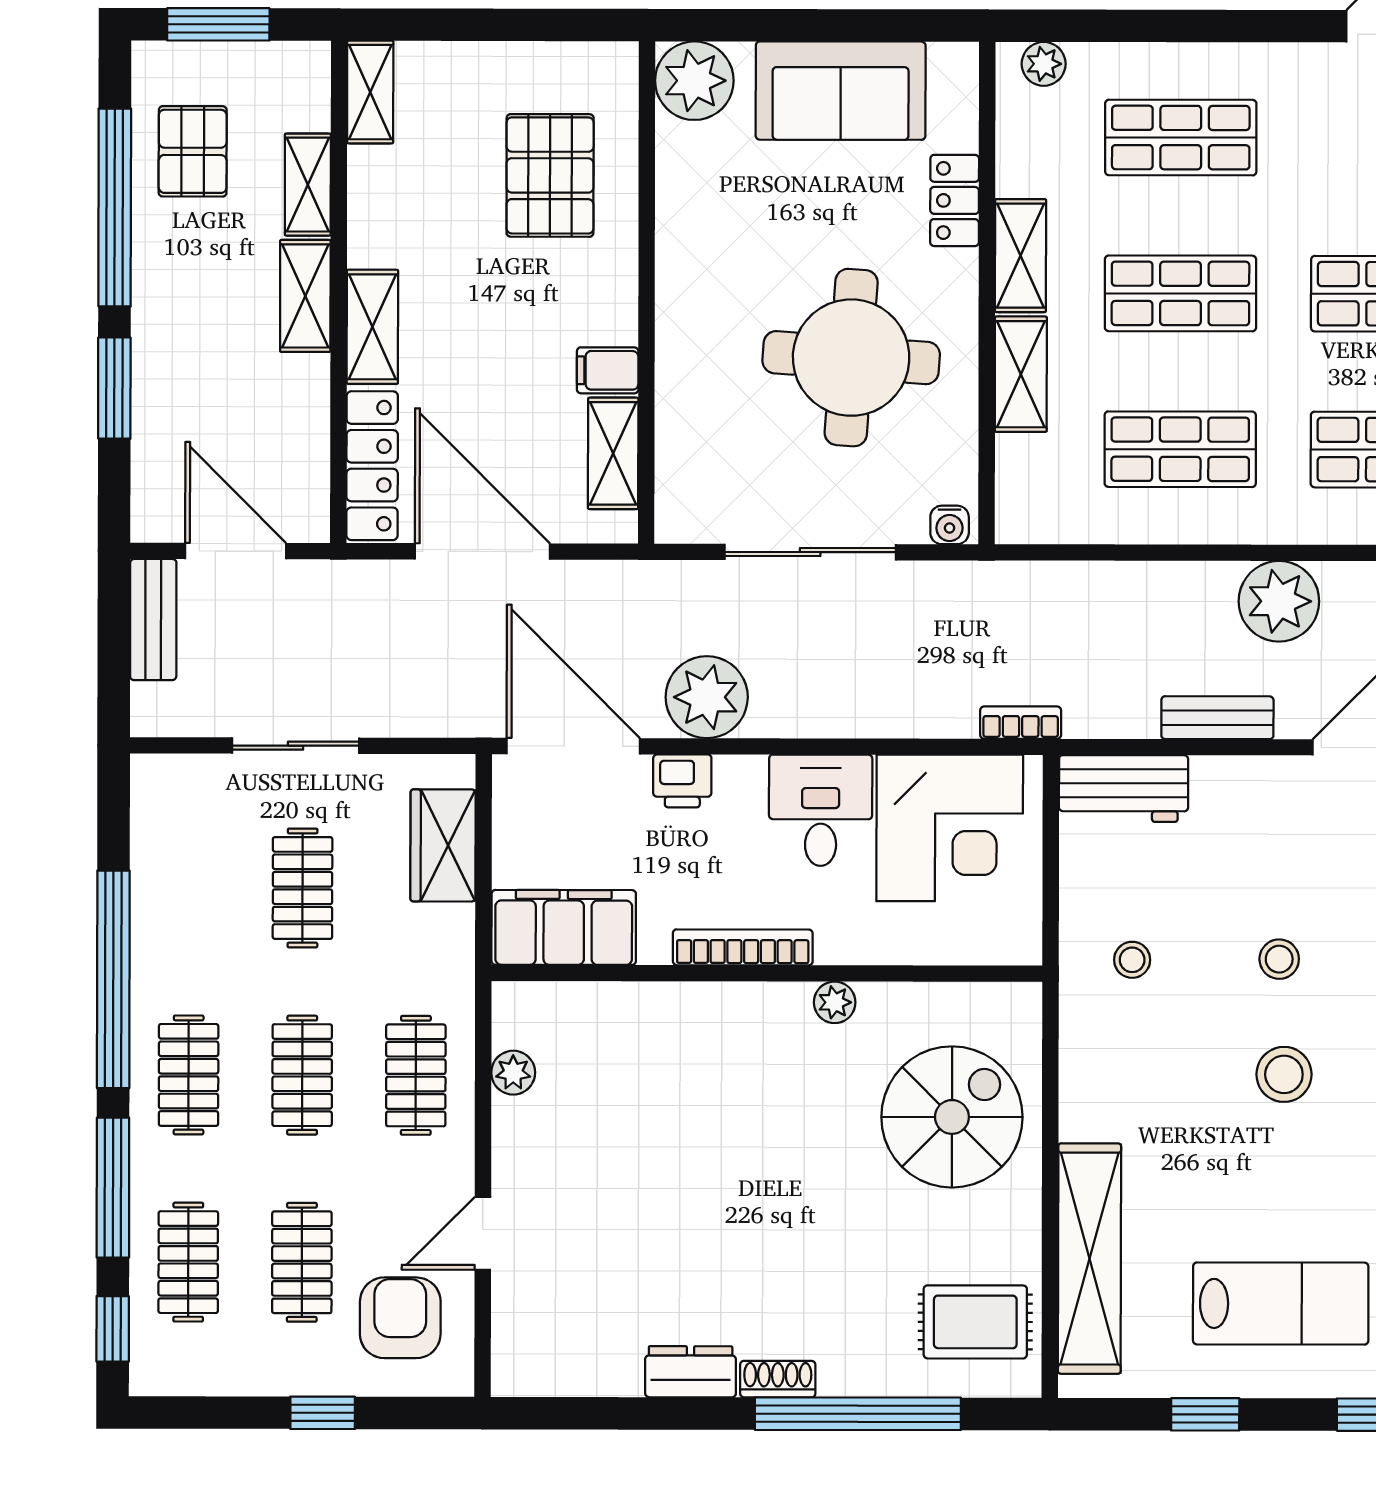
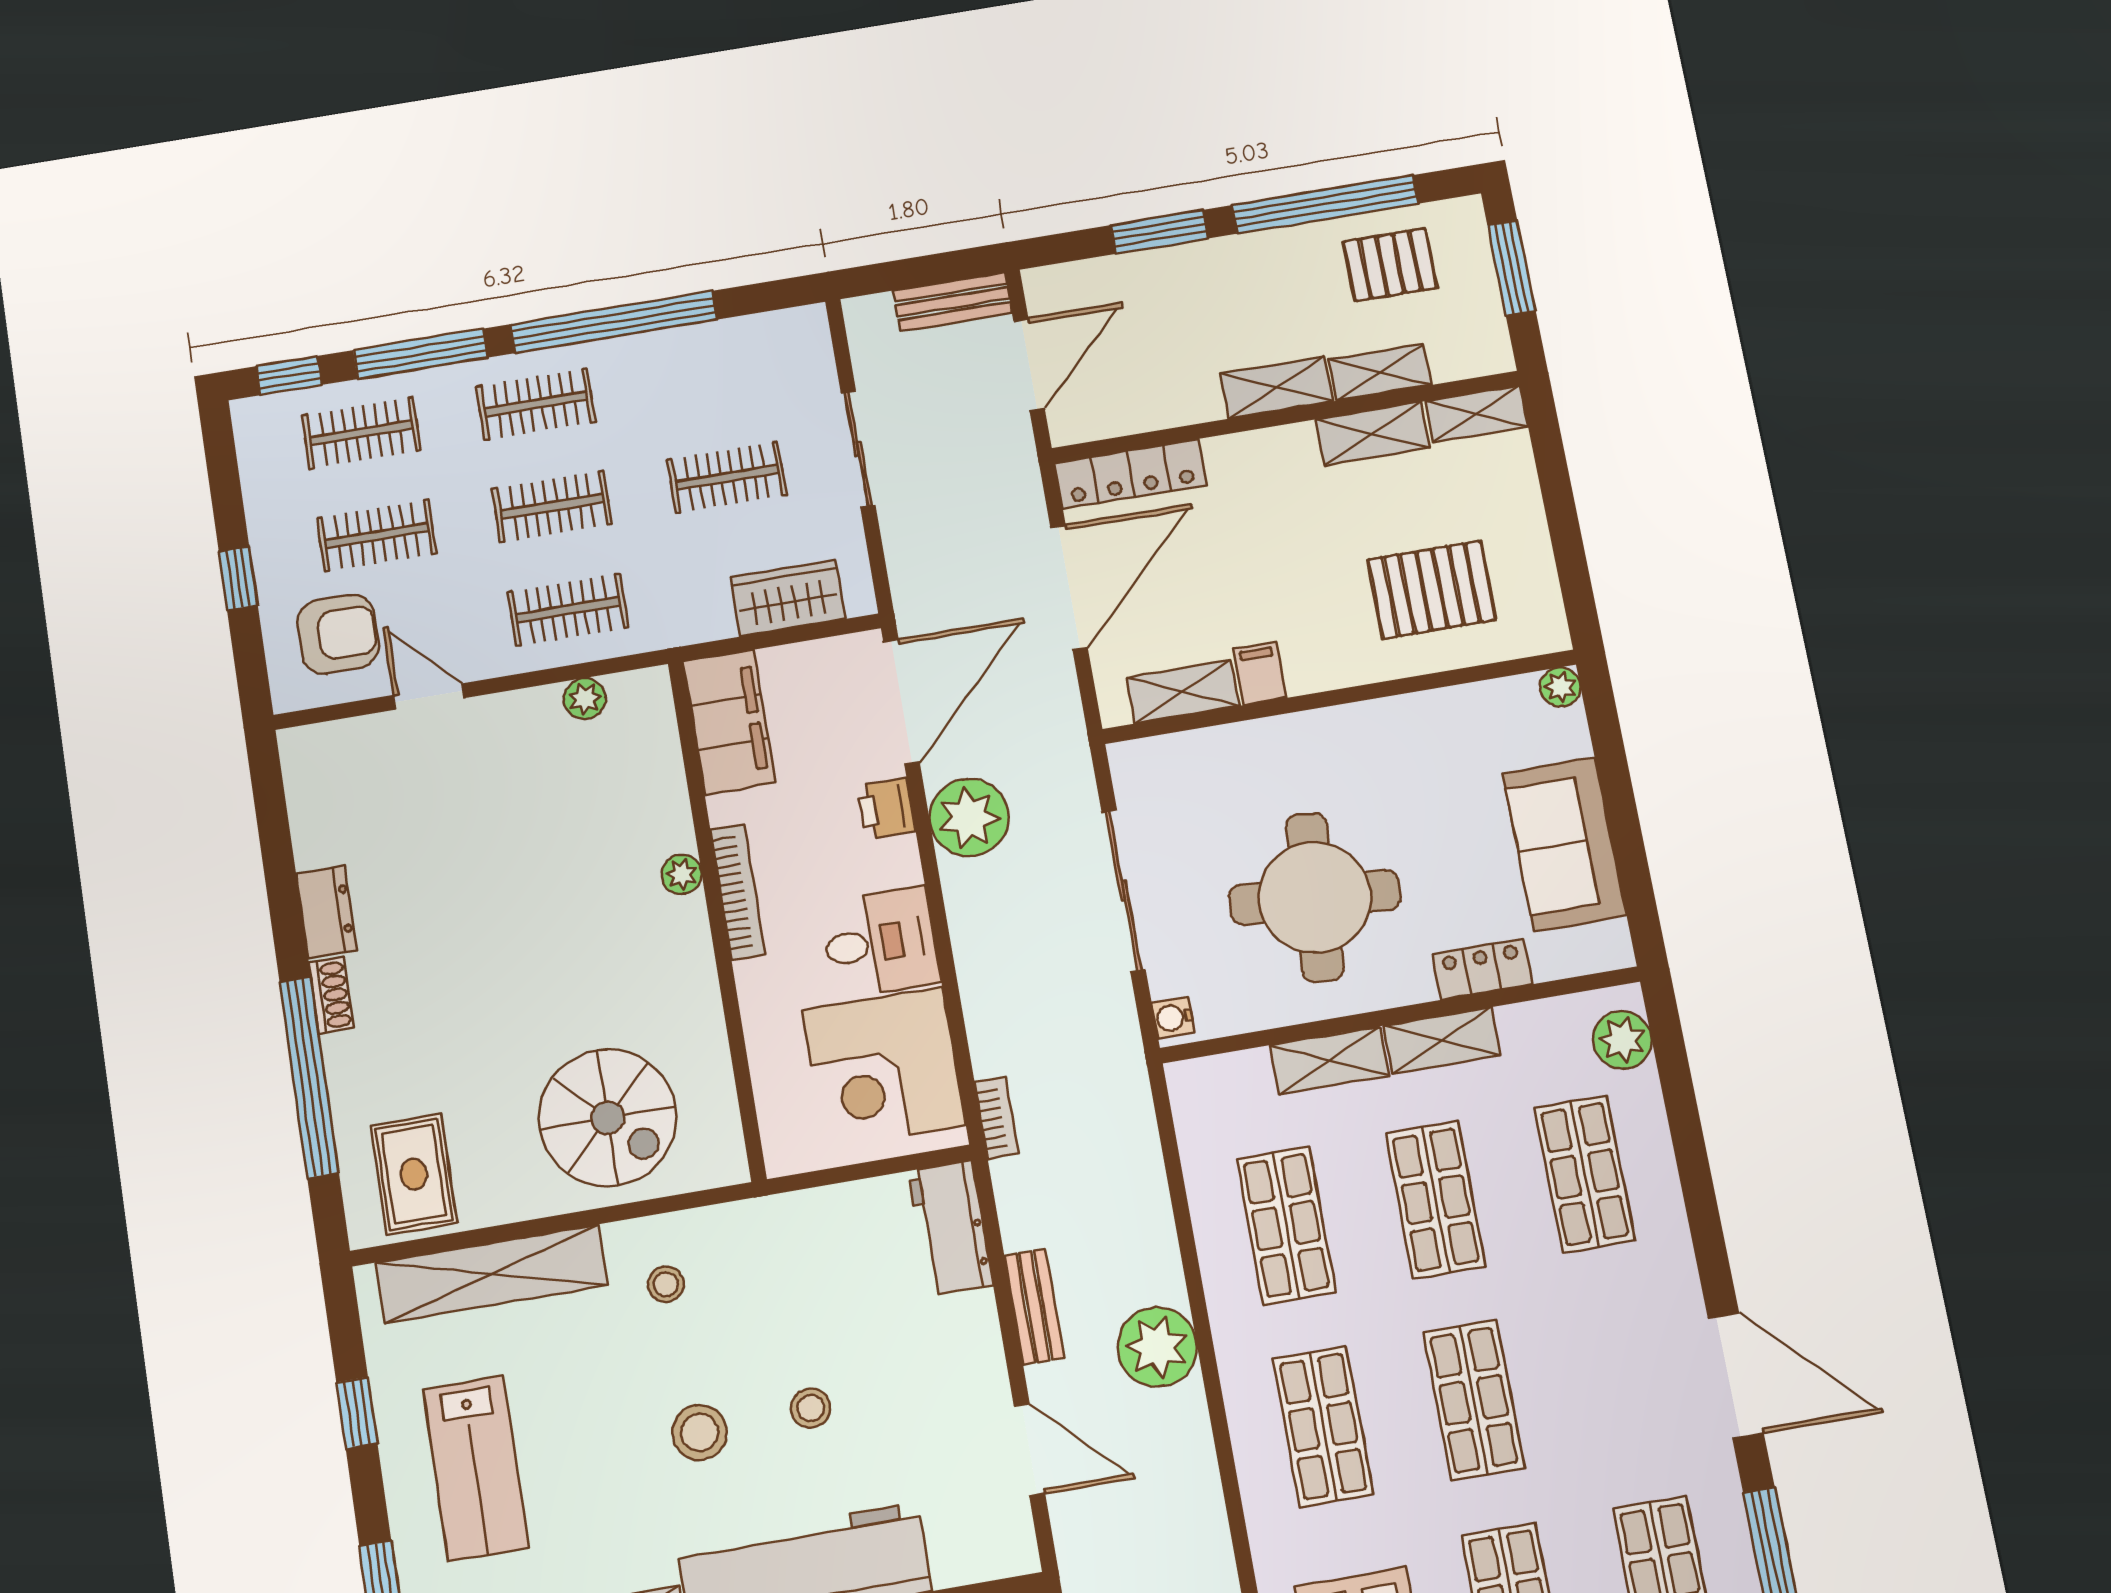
plant: (1044, 64) -> (1622, 1040), width x1.38, depth x1.38
plant: (694, 81) -> (1560, 687), width x0.53, depth x0.53
shelving: (372, 327) -> (1373, 434), moved
stool: (1132, 960) -> (666, 1284), moved
plant: (835, 1002) -> (681, 874), moved

